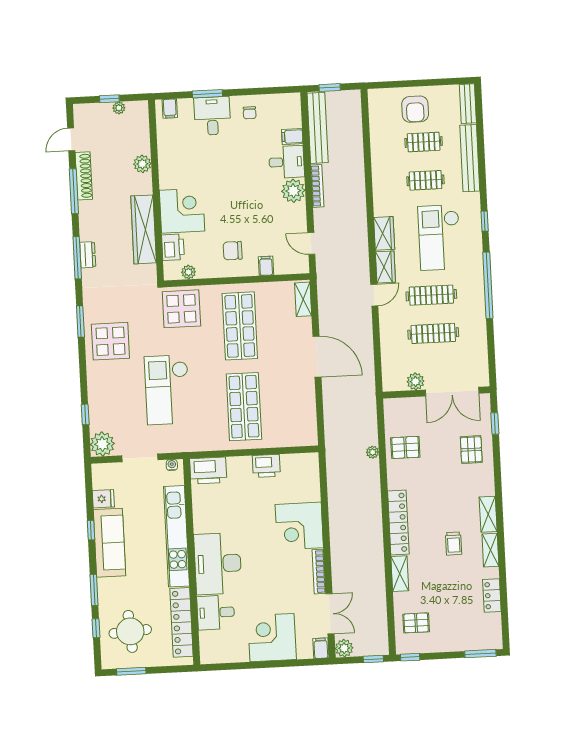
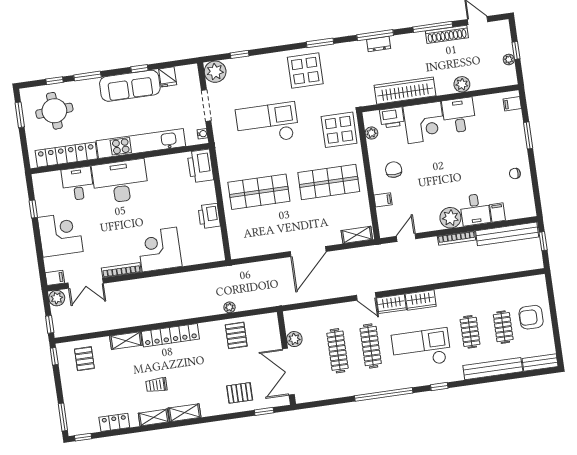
desk: (212, 116) -> (459, 115), moved, turned -90
window: (505, 633) -> (83, 437), added
window: (240, 666) -> (33, 209), added

